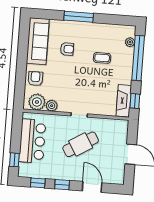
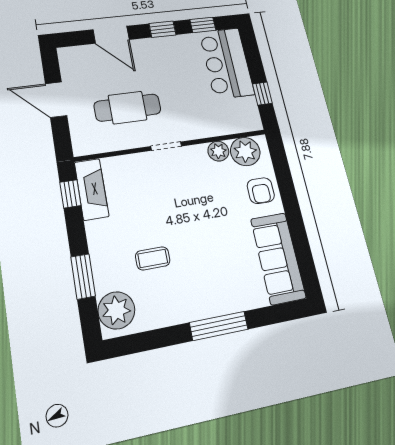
plant: (130, 42) -> (116, 310), width x1.87, depth x1.87
armchair: (67, 49) -> (222, 258), removed
window: (138, 58) -> (83, 276), width x0.47
bar counter: (32, 141) -> (227, 63), moved
cafe table: (81, 144) -> (127, 108), moved, turned 31
window: (14, 160) -> (262, 94), moved

